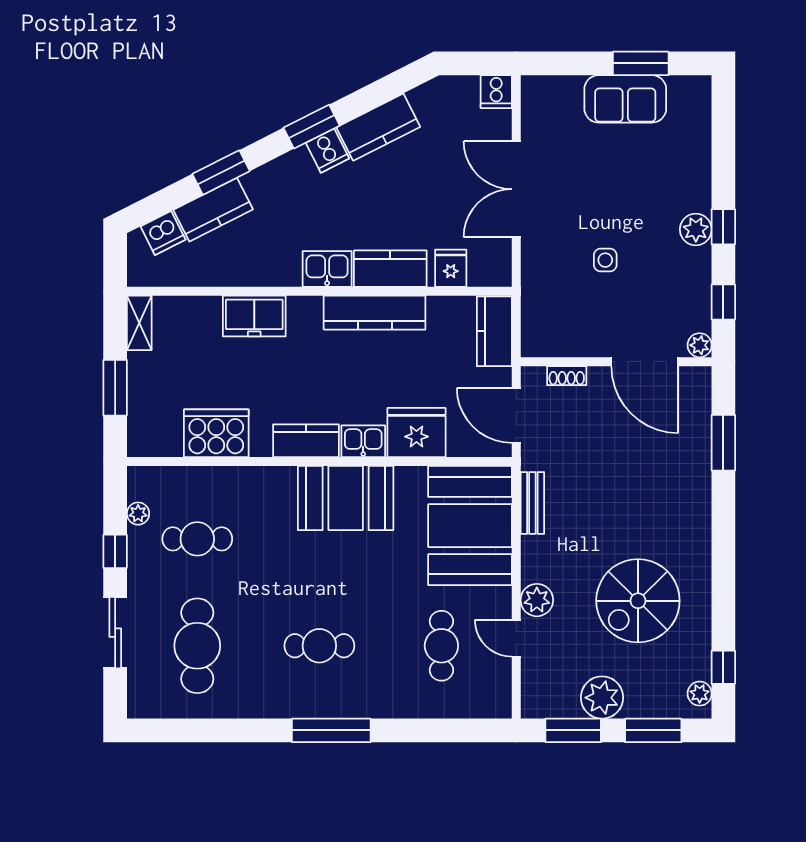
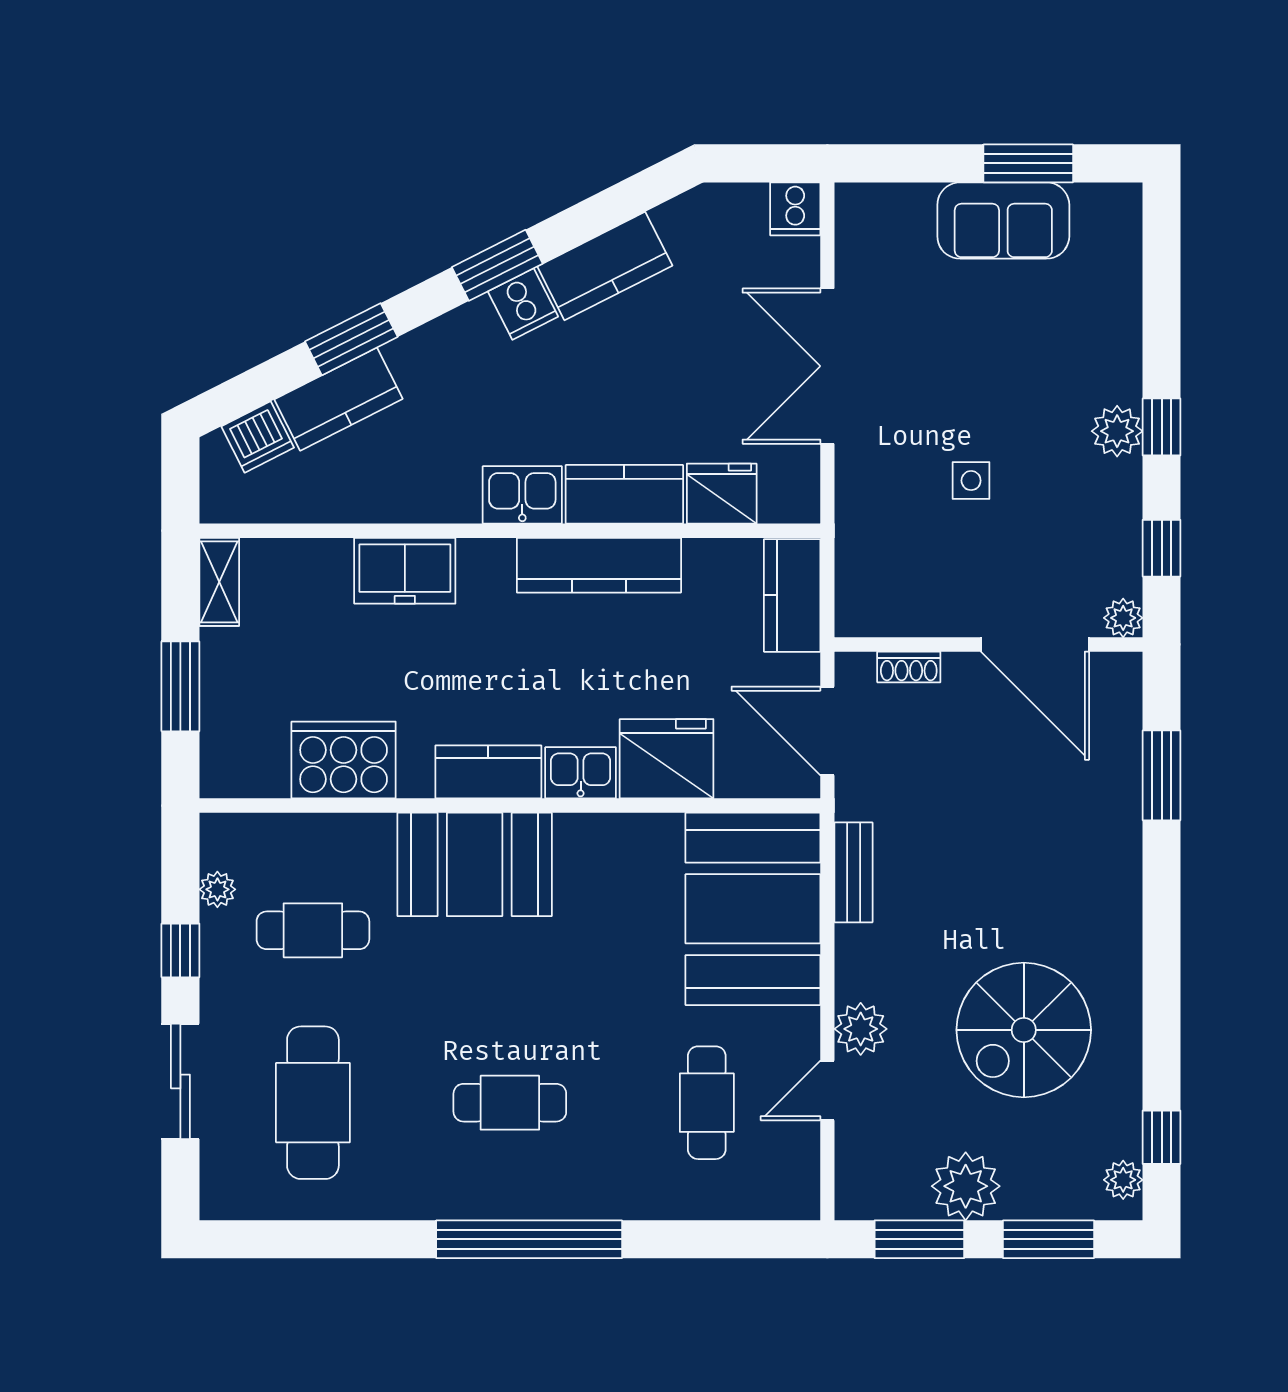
fridge: (451, 268) -> (722, 494), width x1.38
booth: (346, 498) -> (475, 864), moved
door: (516, 638) -> (827, 1090), hinge flipped
window: (331, 730) -> (529, 1239), width x1.46

